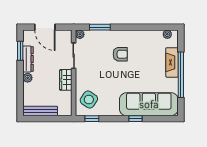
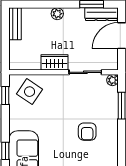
dresser: (28, 59) -> (101, 14), moved
bench: (40, 111) -> (15, 24), width x0.73

